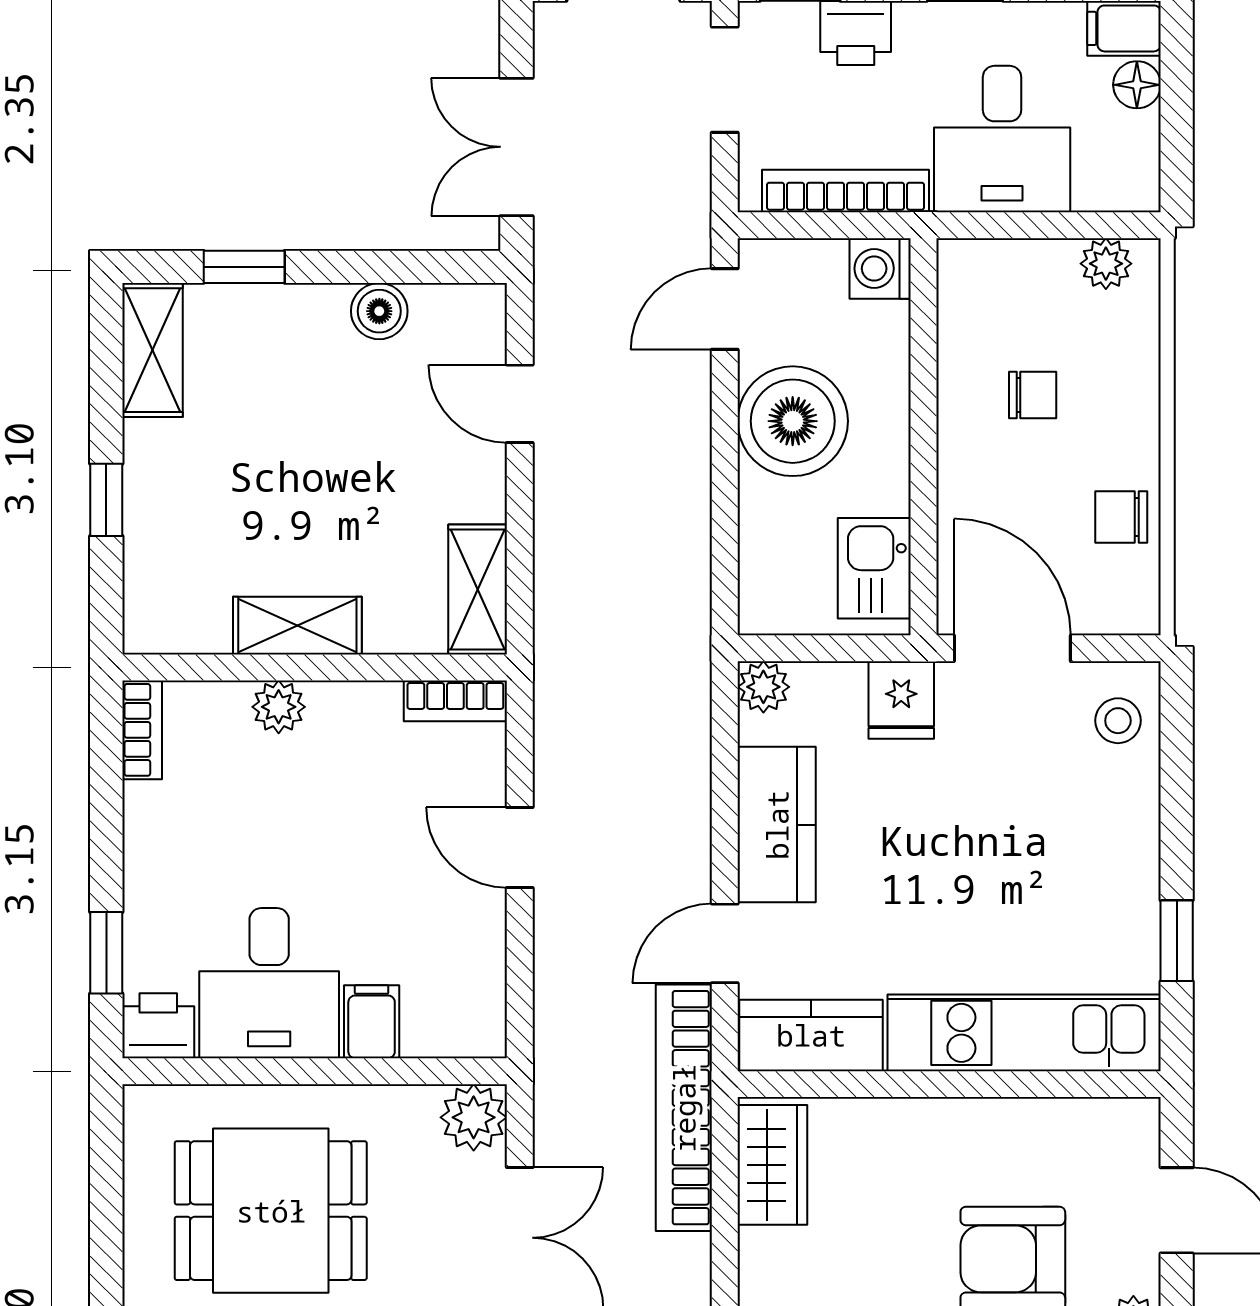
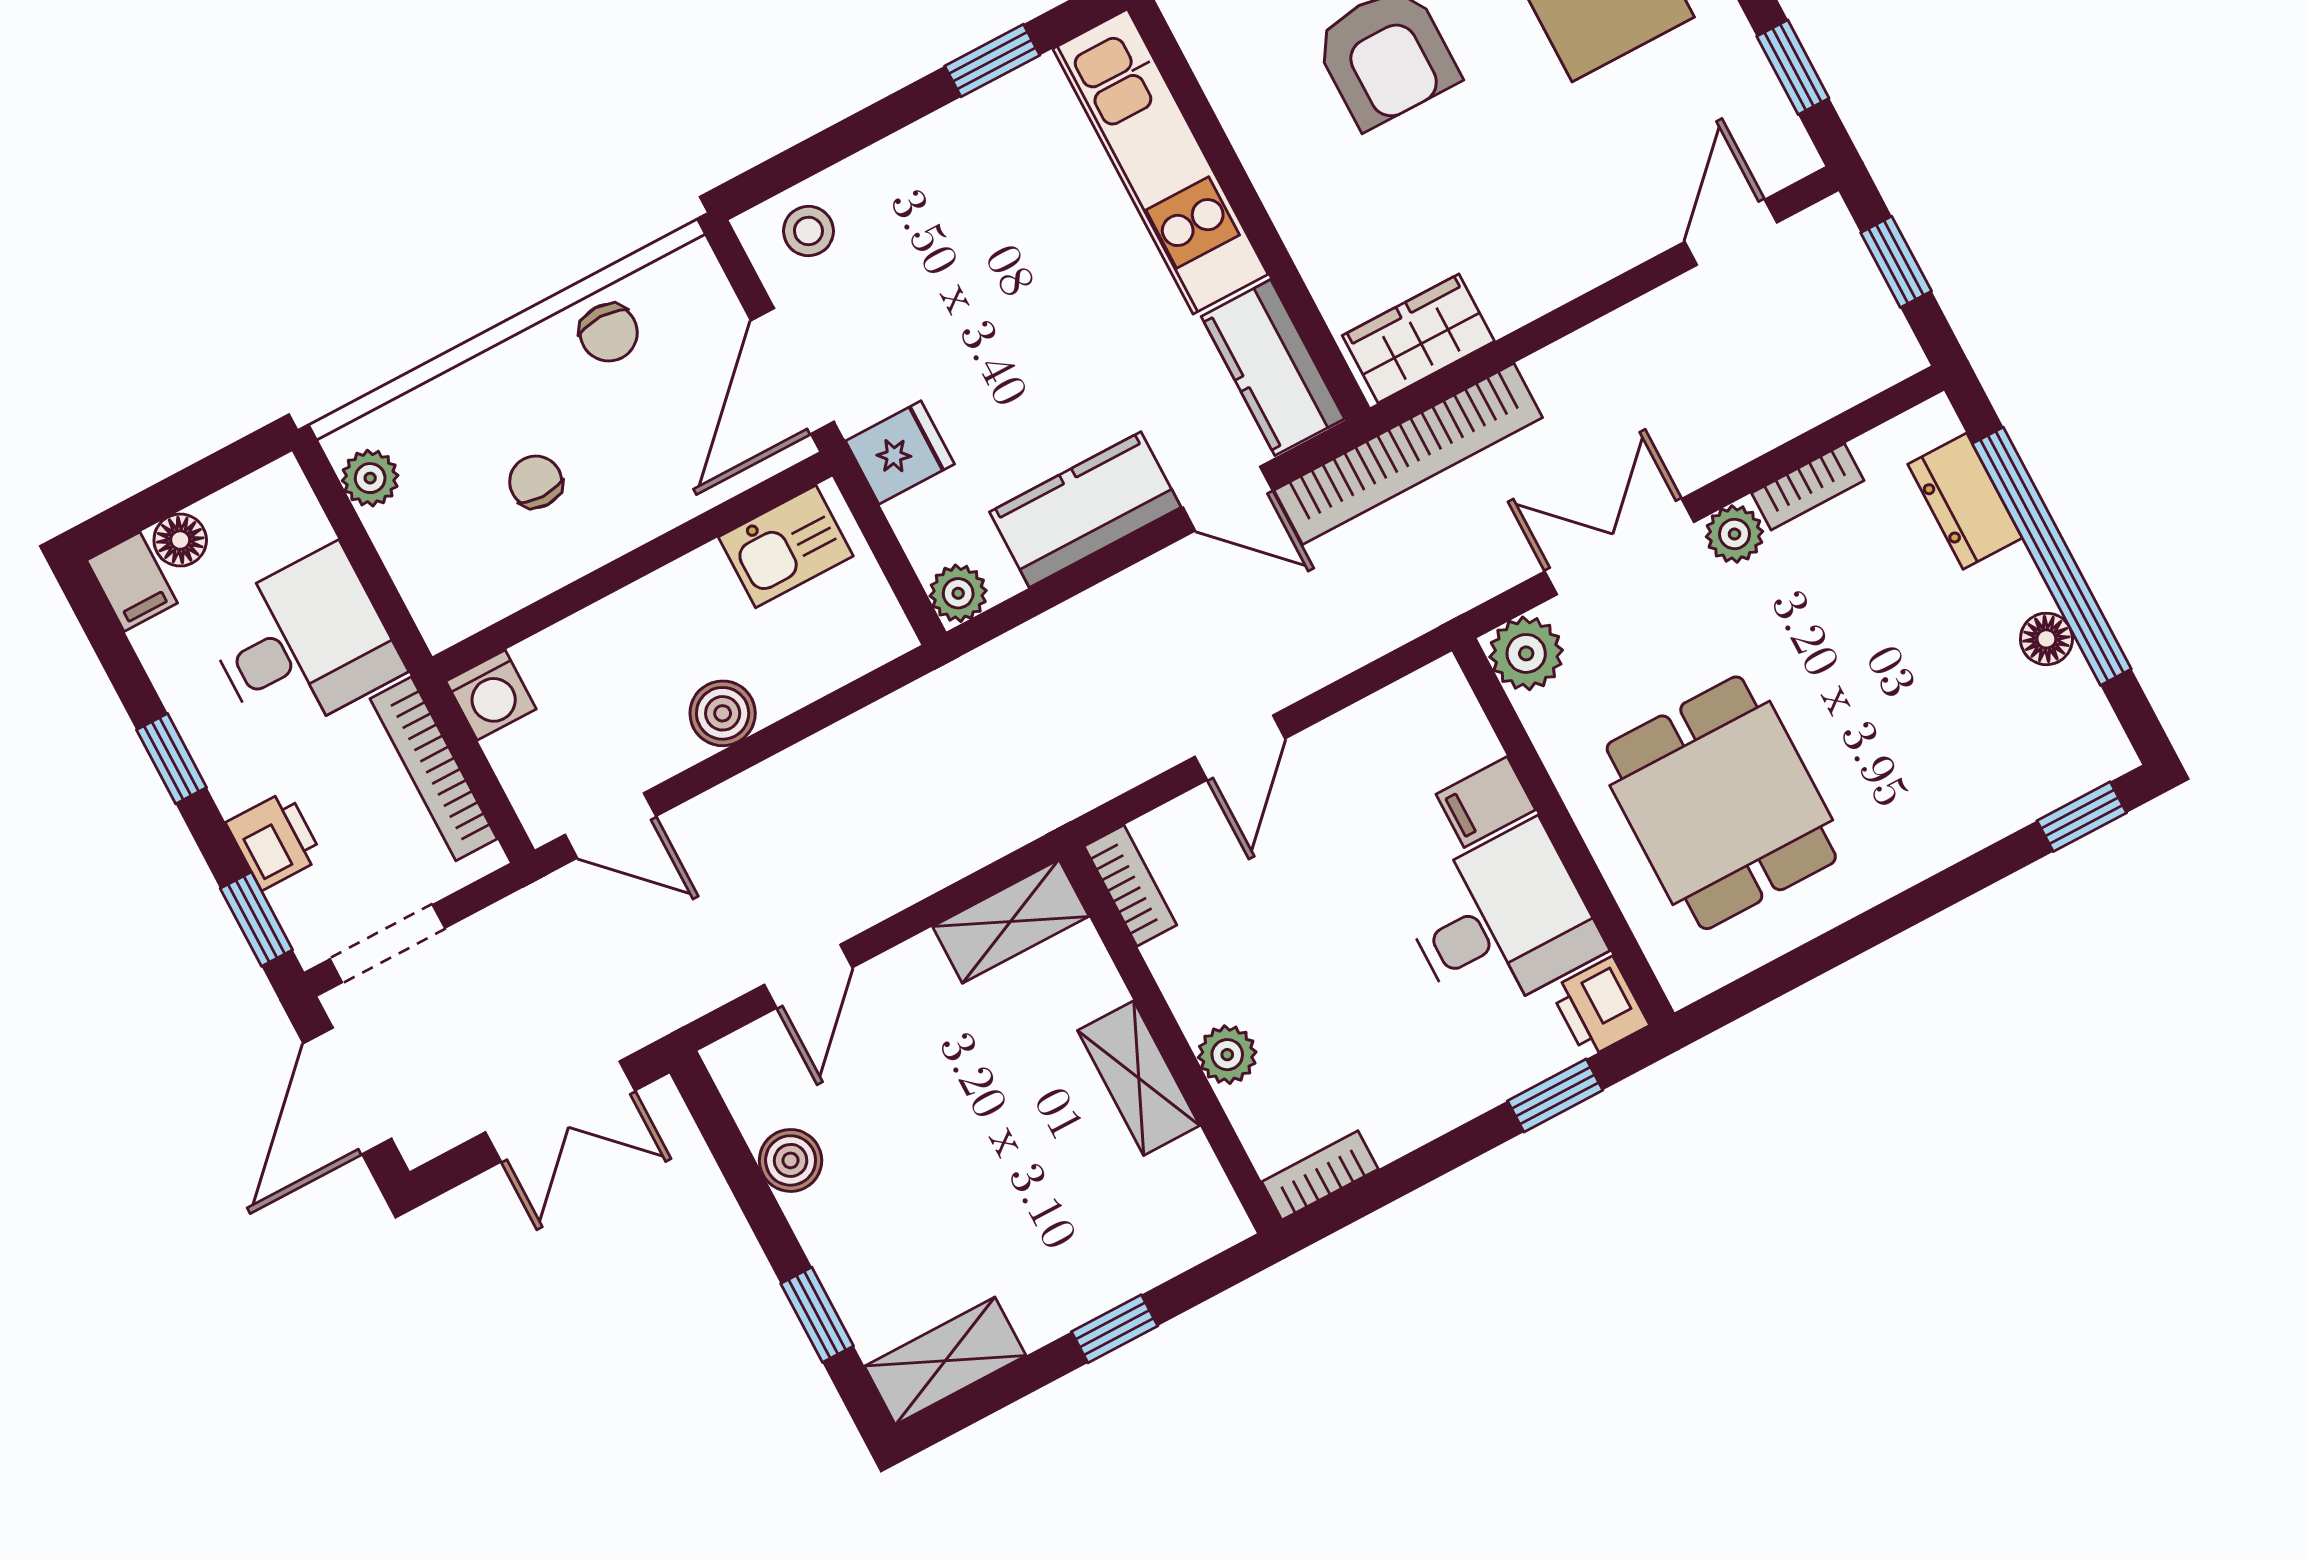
boiler: (793, 421) -> (723, 713), width x0.54, depth x0.54

